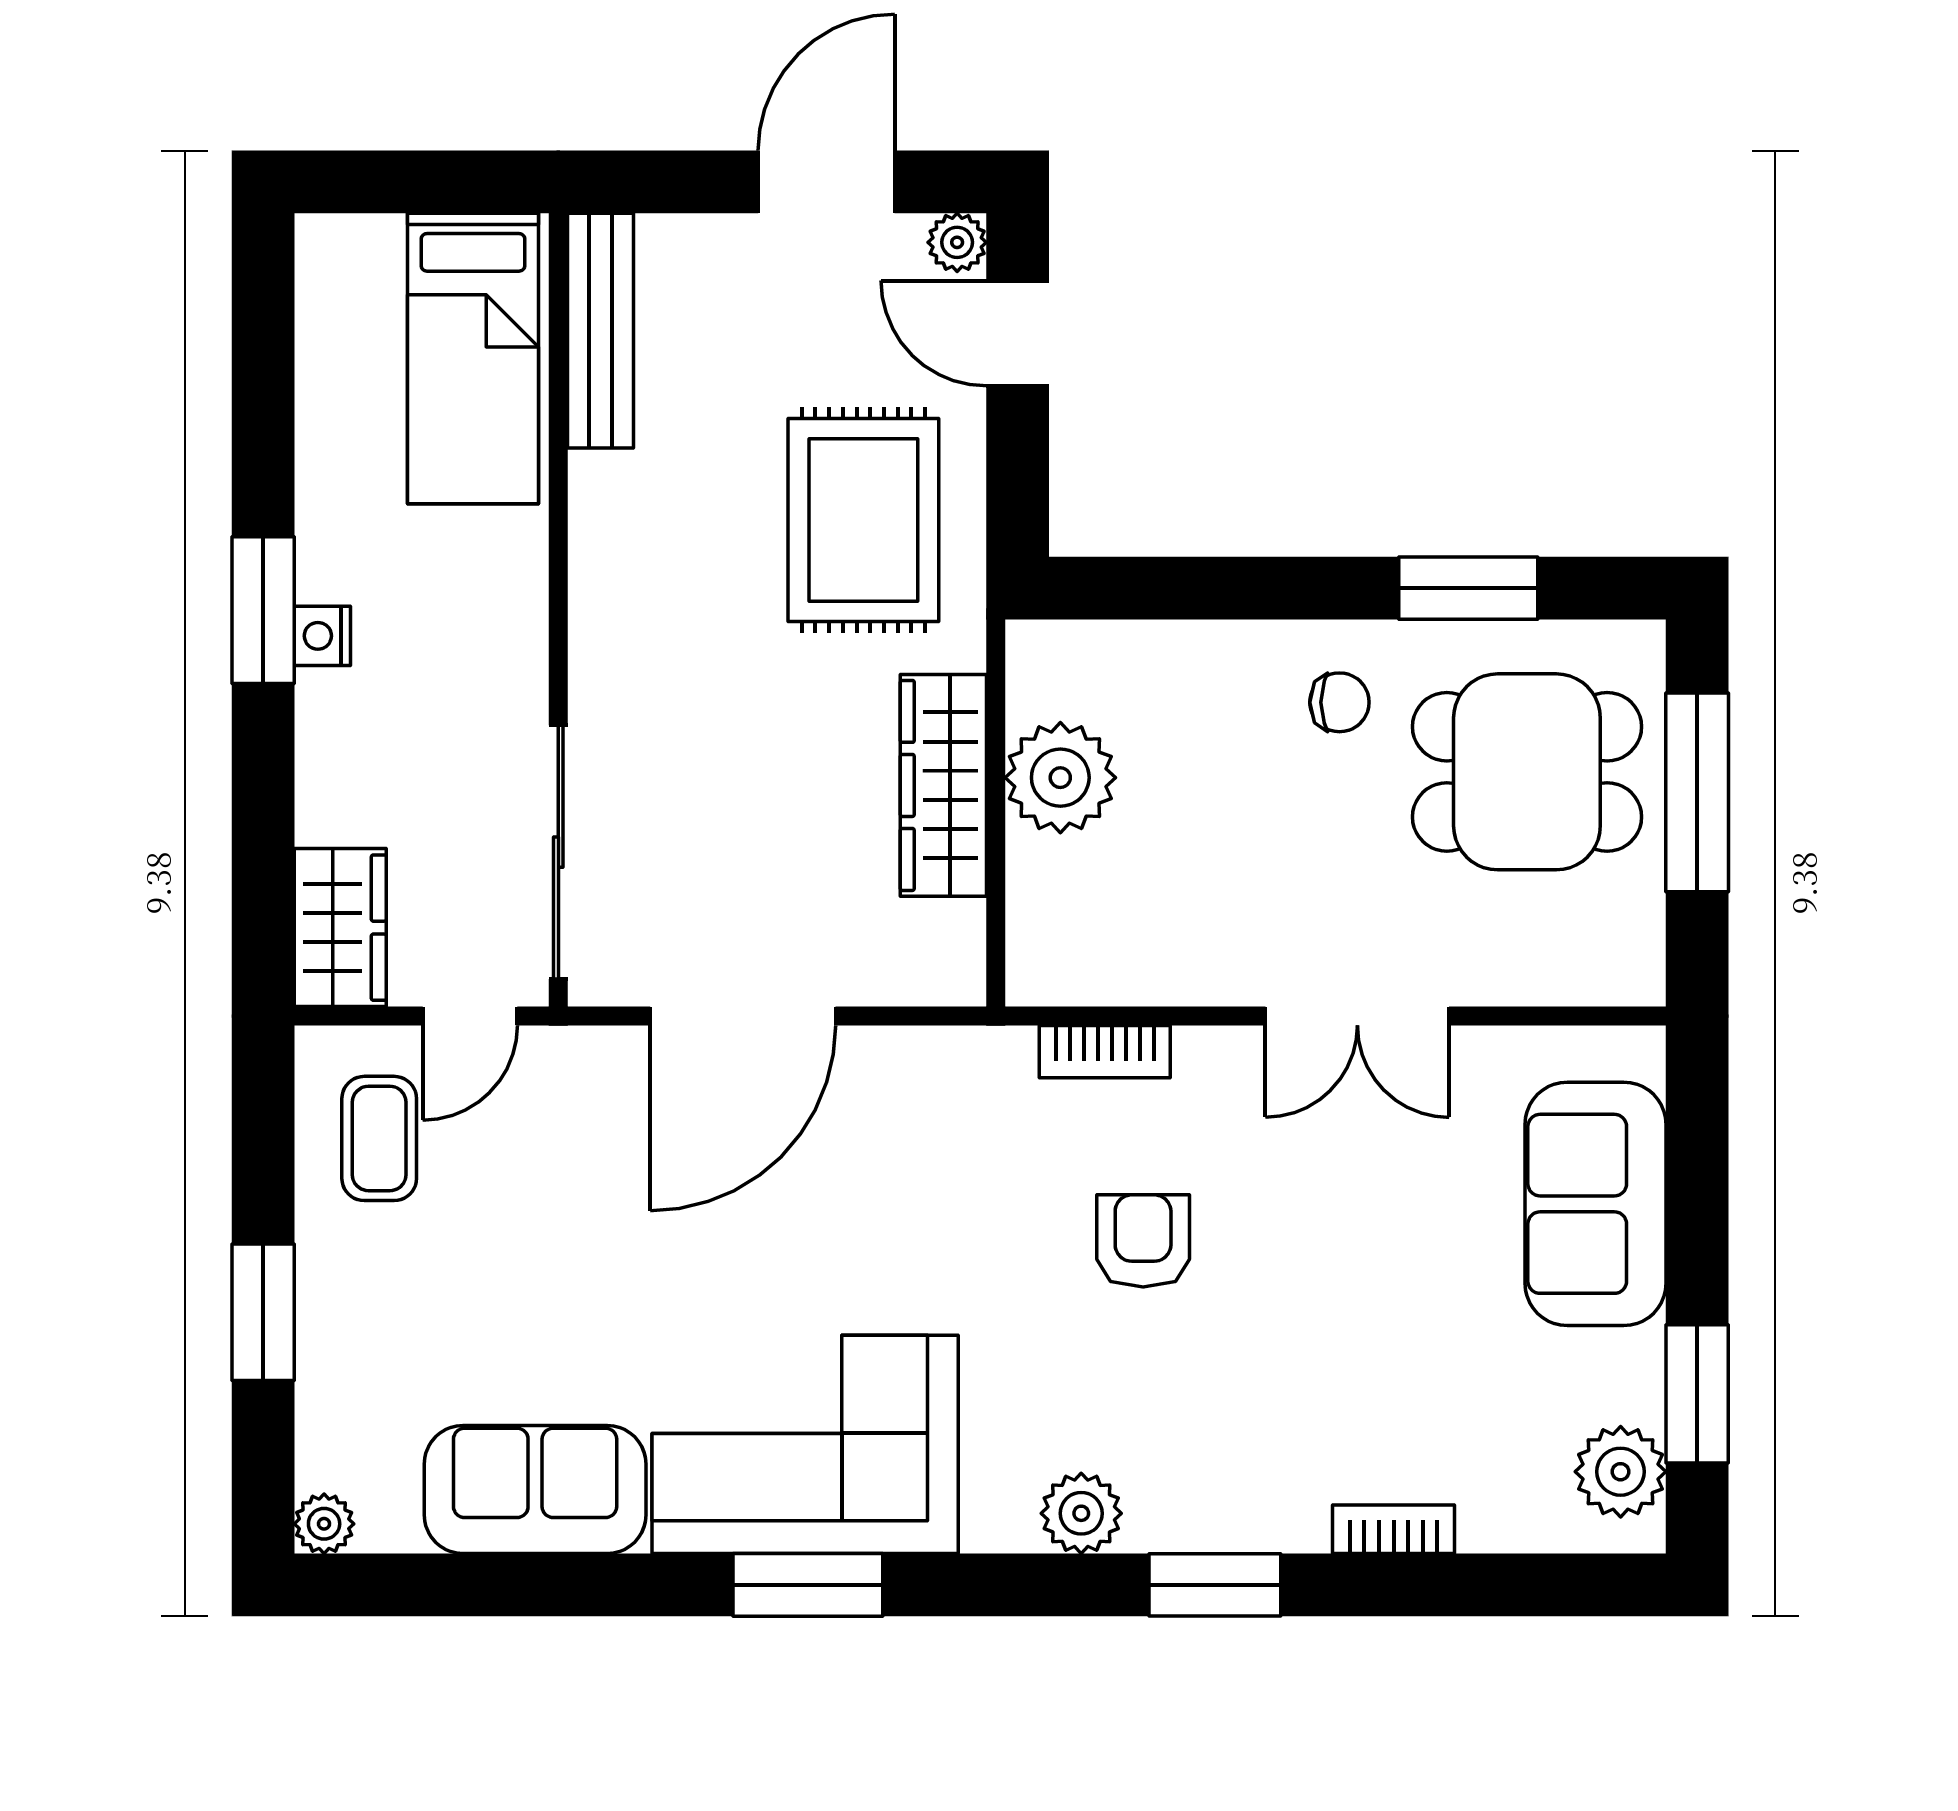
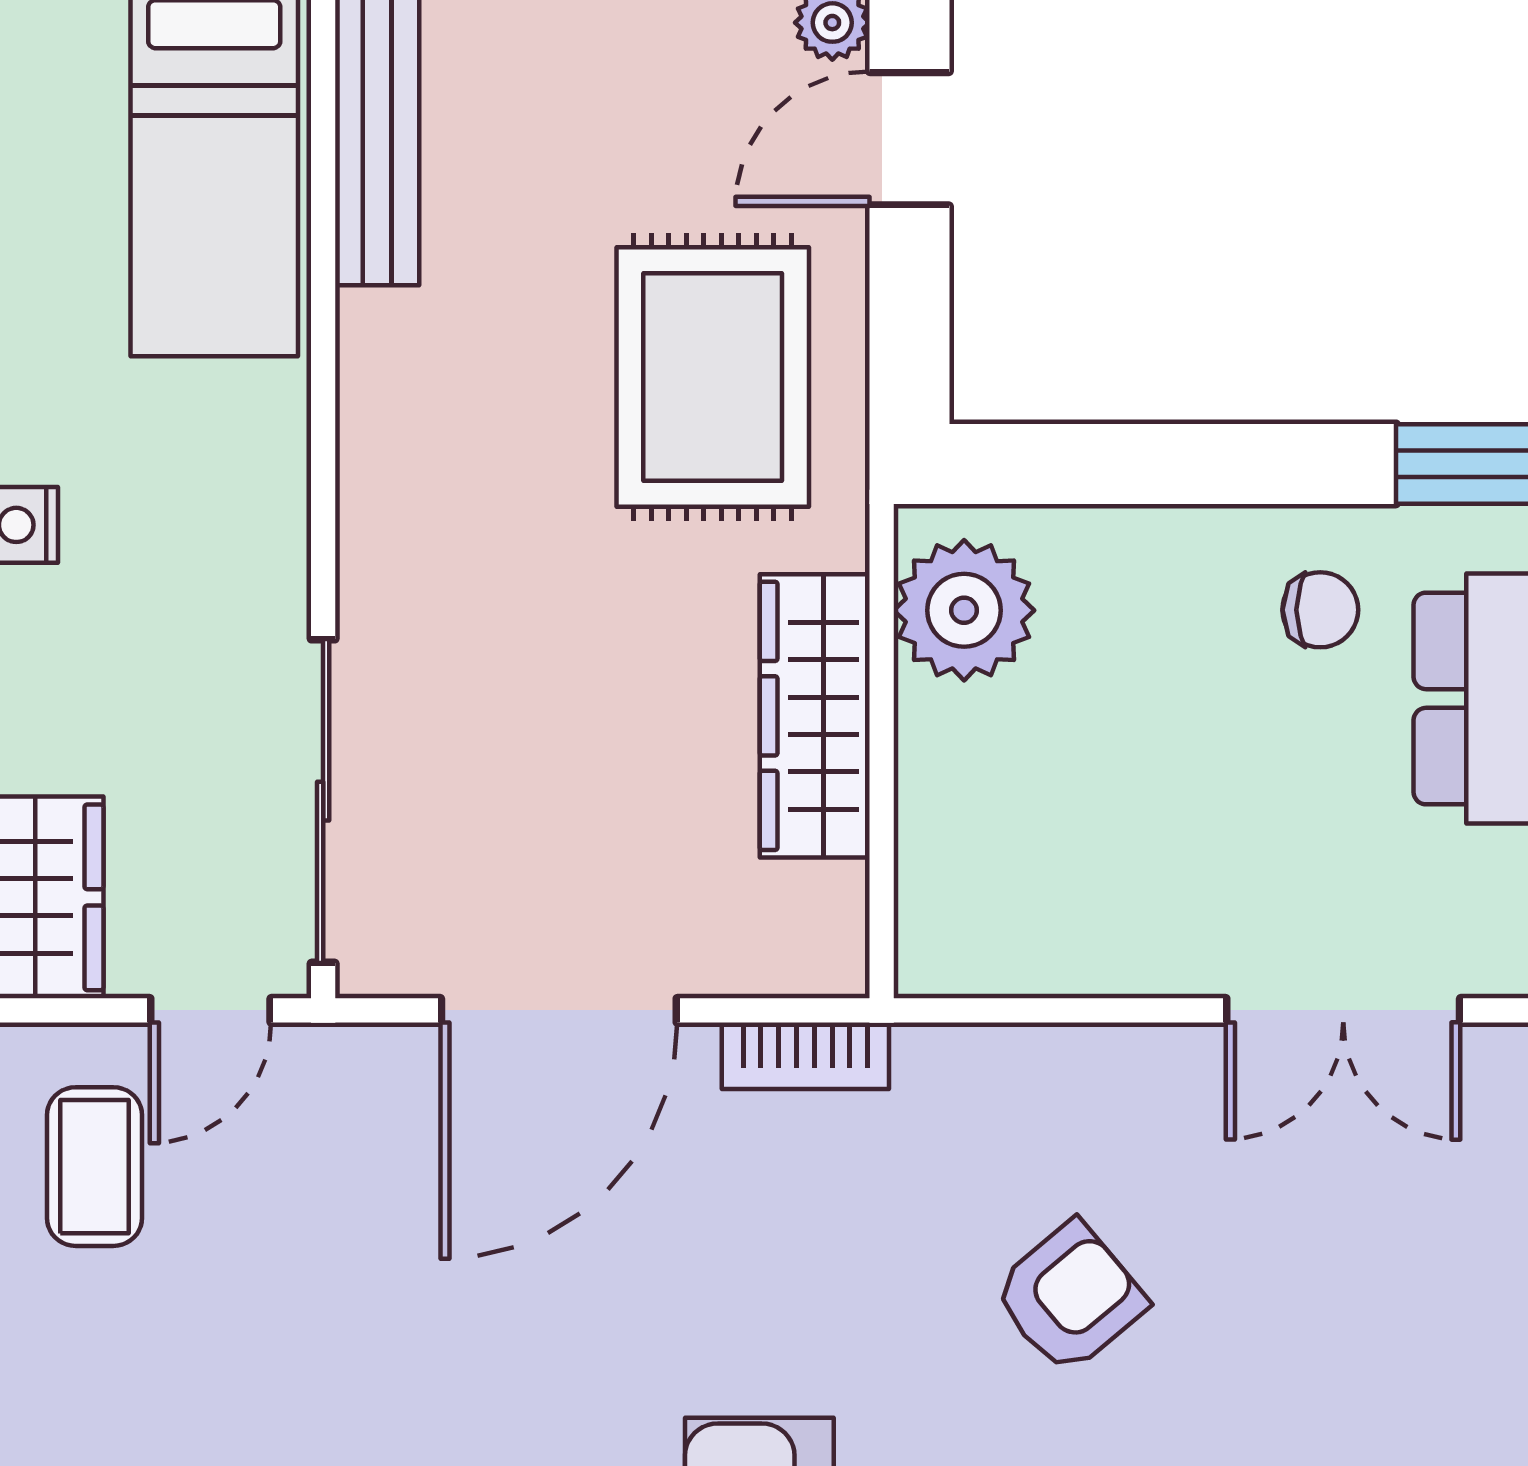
door: (1018, 333) -> (909, 139), hinge flipped
plant: (1060, 778) -> (964, 610), moved
bookcase: (1105, 1052) -> (805, 1056), moved
armchair: (1143, 1241) -> (1070, 1297), turned 50

